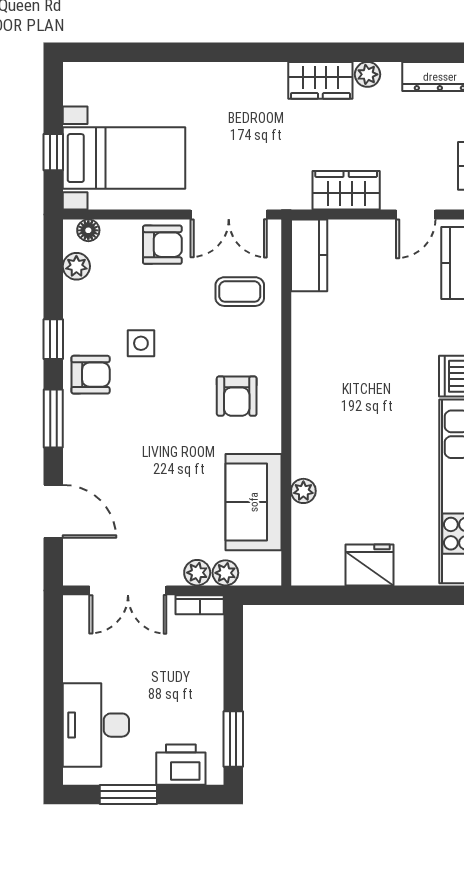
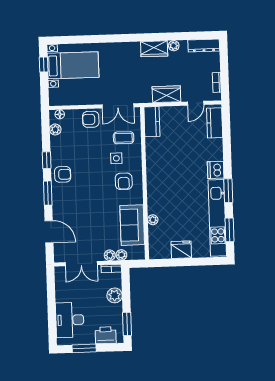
window: (53, 152) -> (44, 65), moved
bed with nightstands: (124, 158) -> (73, 65), moved
armchair: (162, 245) -> (91, 119), turned 180
side table: (141, 343) -> (116, 158), moved
plant: (206, 670) -> (115, 295), added

